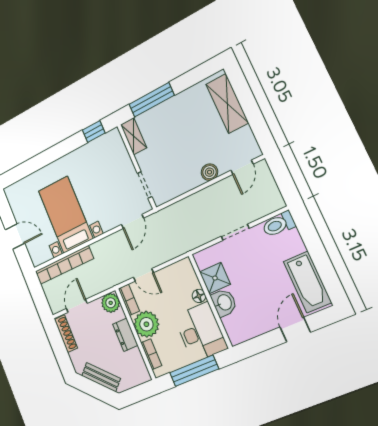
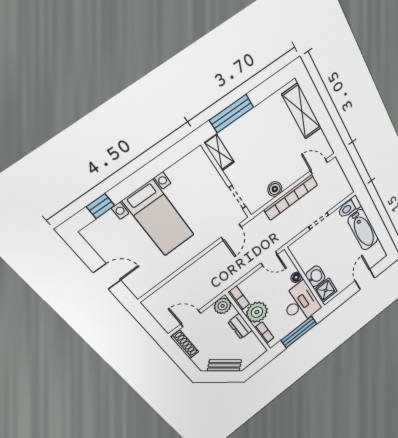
window: (94, 132) -> (100, 206), moved
door: (242, 167) -> (319, 167), swing flipped
boiler: (209, 172) -> (275, 189), moved
bed with nightstands: (66, 215) -> (159, 218), moved, turned 180
bookcase: (64, 265) -> (291, 197), moved
door: (143, 275) -> (269, 259), moved
shower: (215, 278) -> (326, 290), moved
bathtub: (307, 282) -> (363, 230), moved
door: (77, 306) -> (191, 319), hinge flipped

